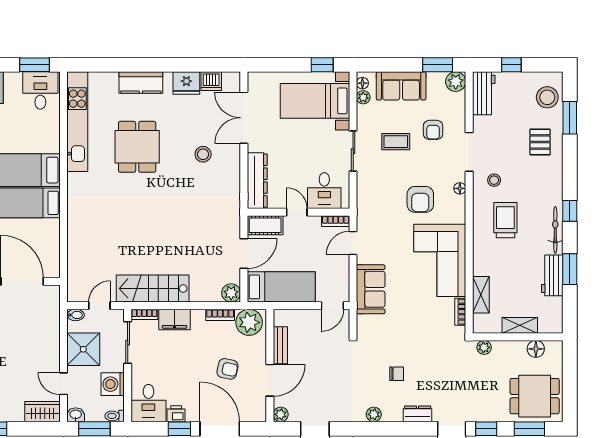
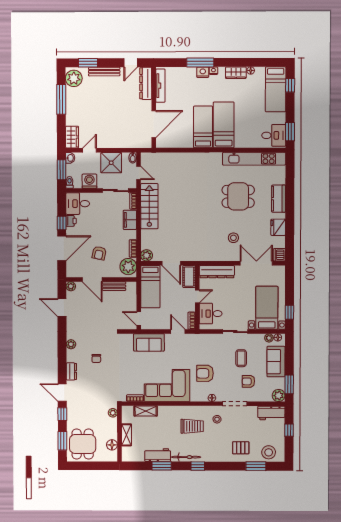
dishwasher: (211, 81) -> (279, 255), moved

